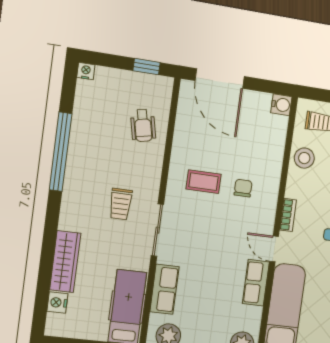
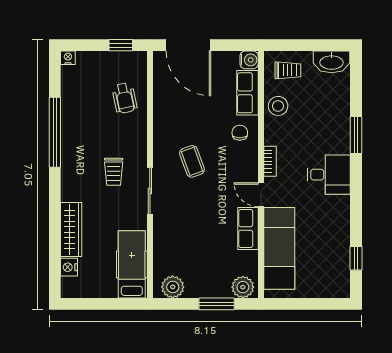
coffee table: (204, 182) -> (192, 161), moved, turned 70
chair: (243, 188) -> (240, 133), moved
row of seats: (164, 289) -> (248, 93), moved, turned 180

